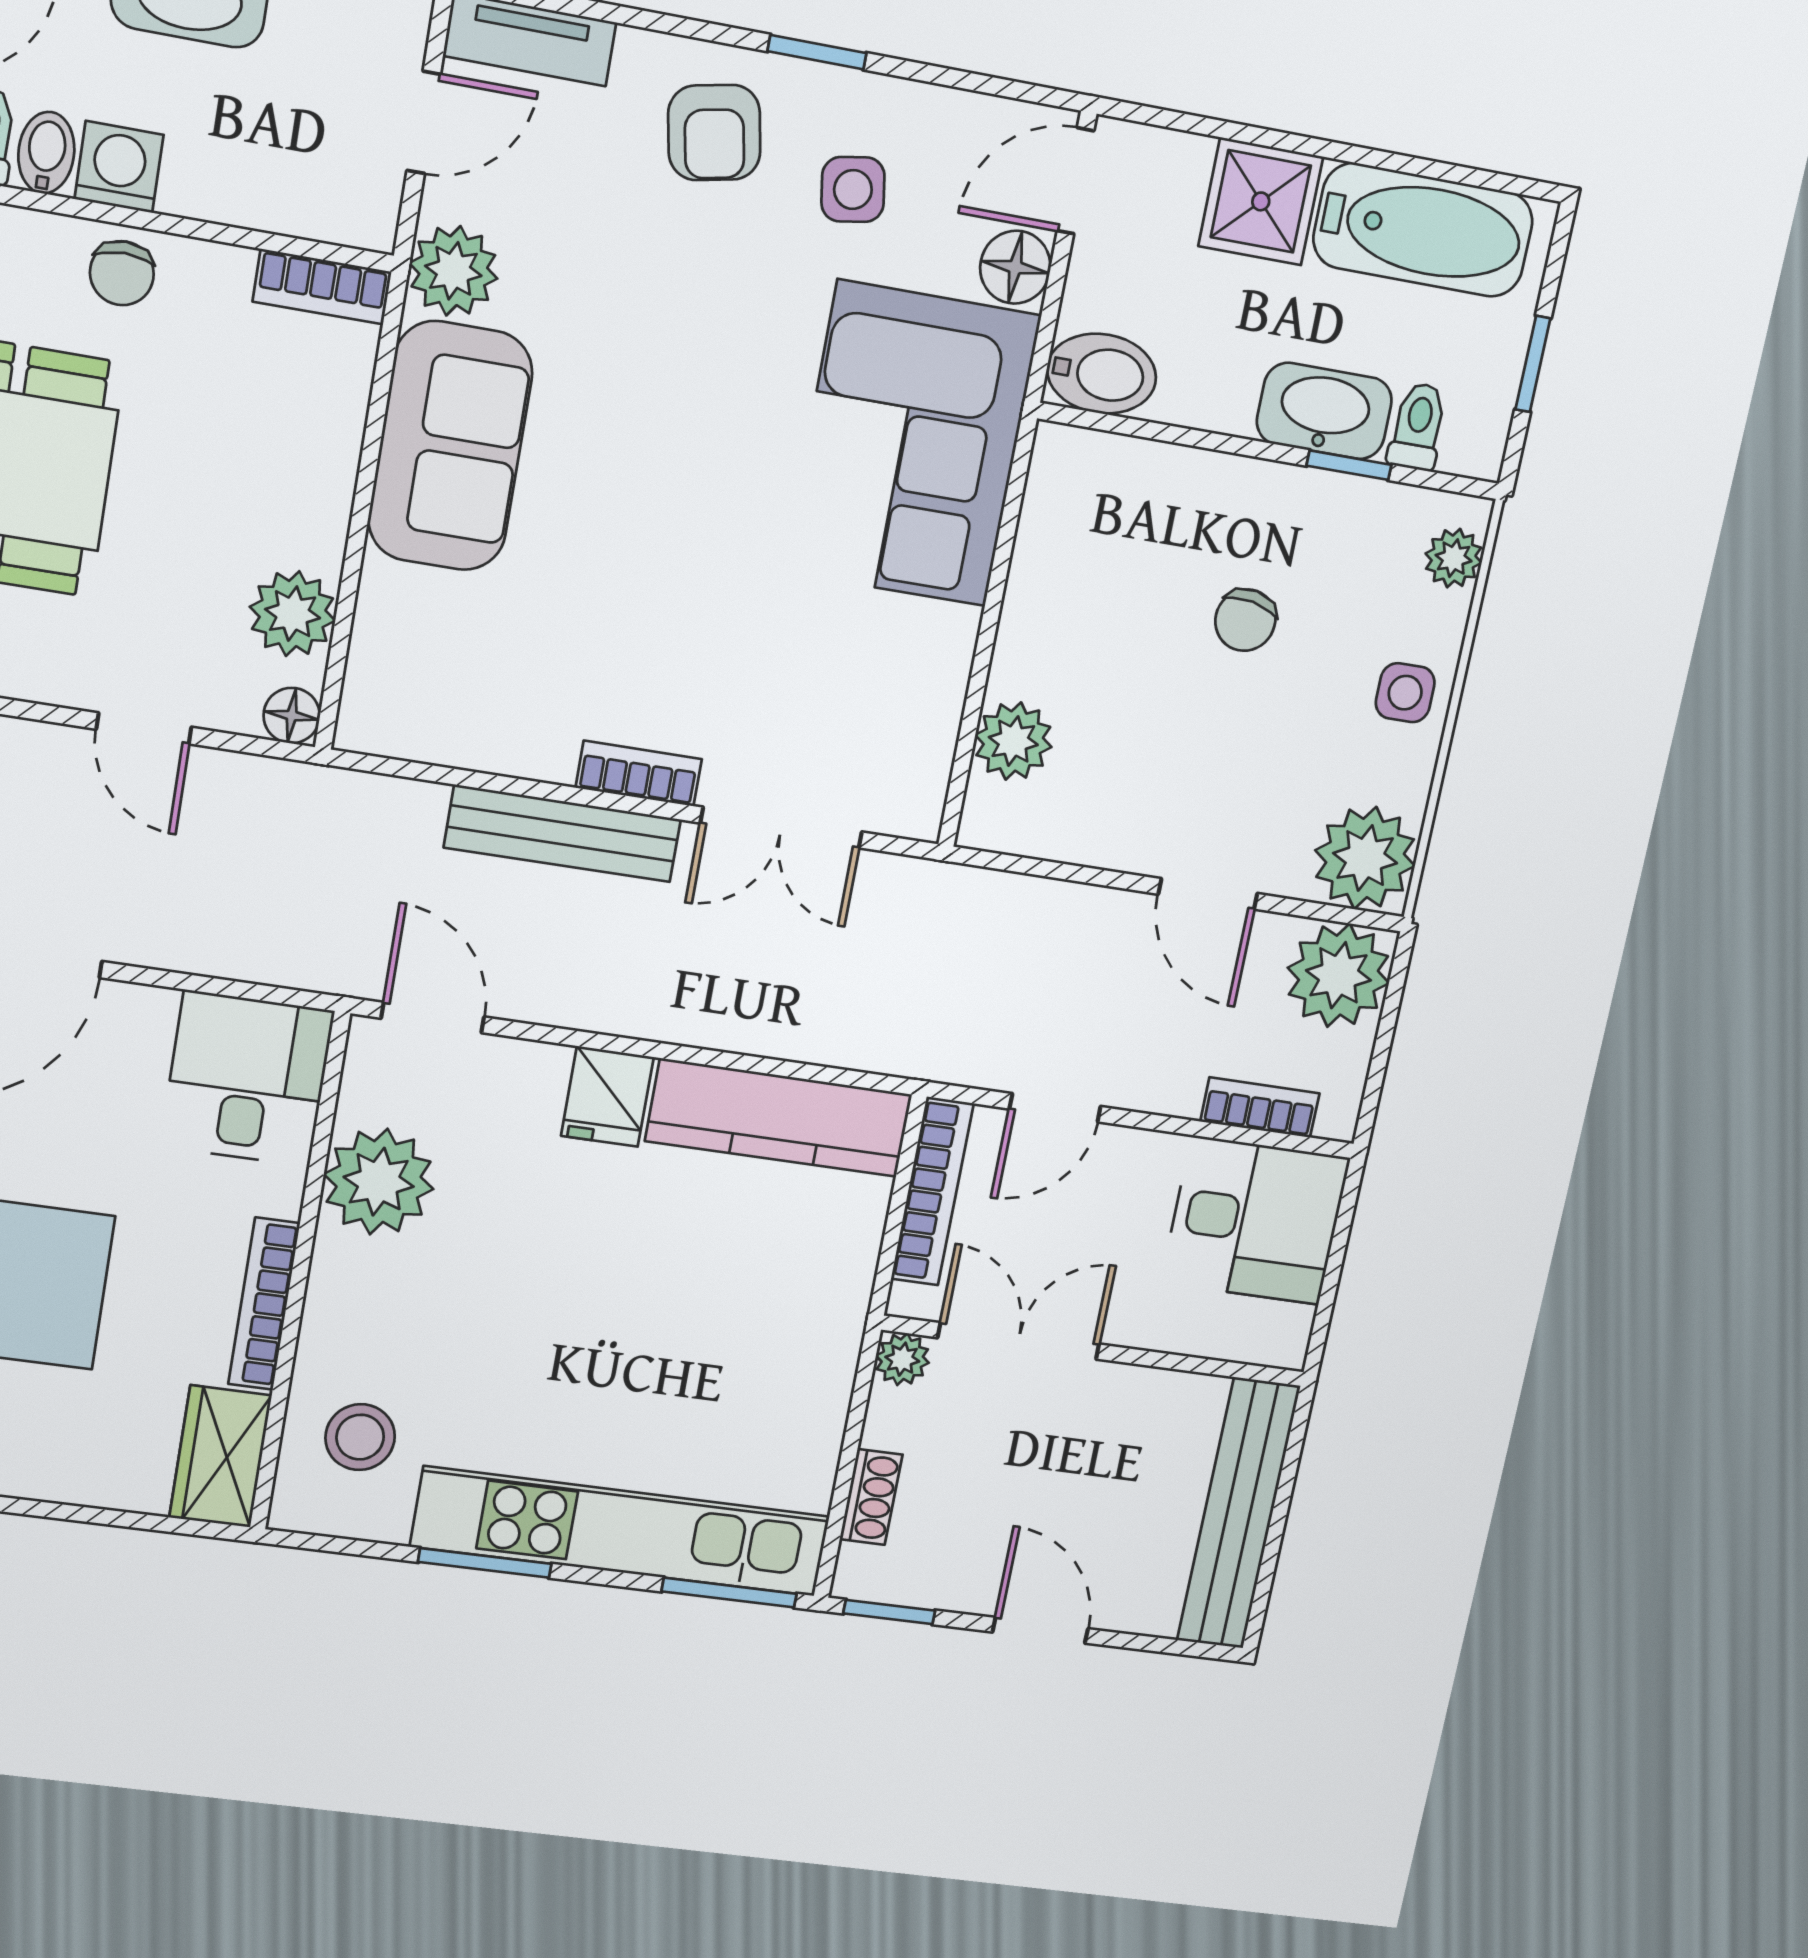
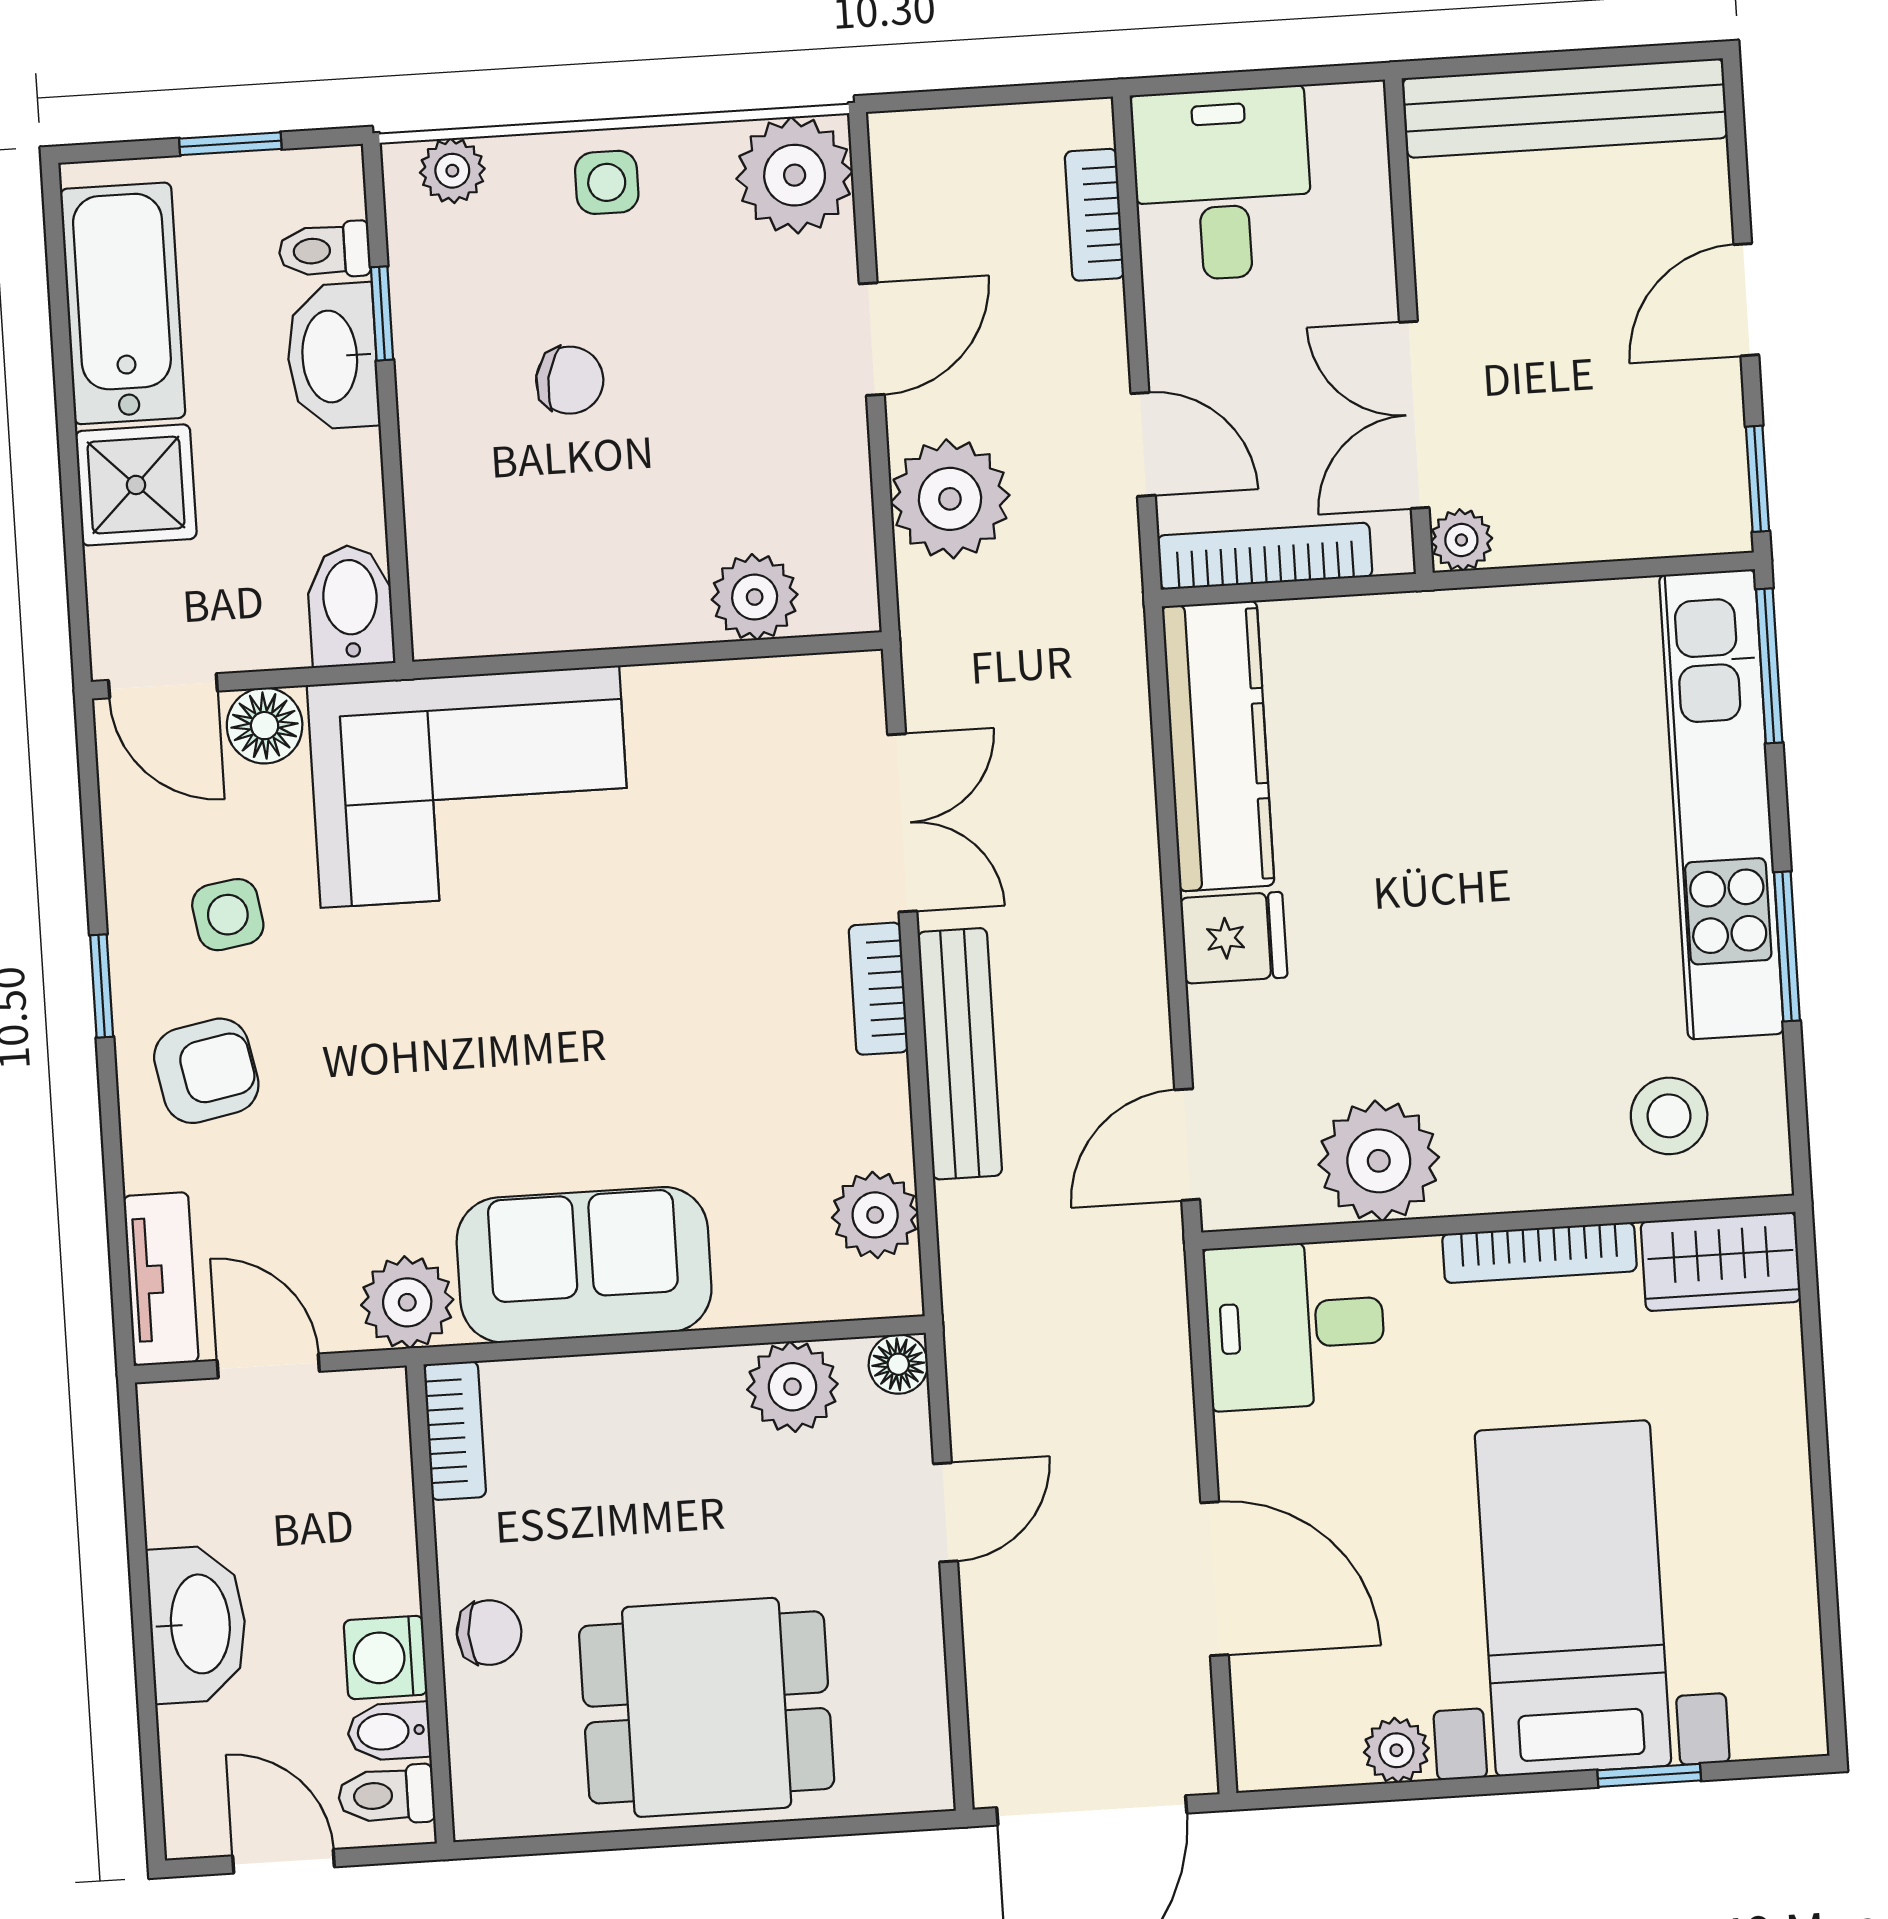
plant: (434, 725) -> (875, 1215), added
plant: (1339, 975) -> (950, 499), moved
shoe rack: (871, 1497) -> (1627, 534), removed

